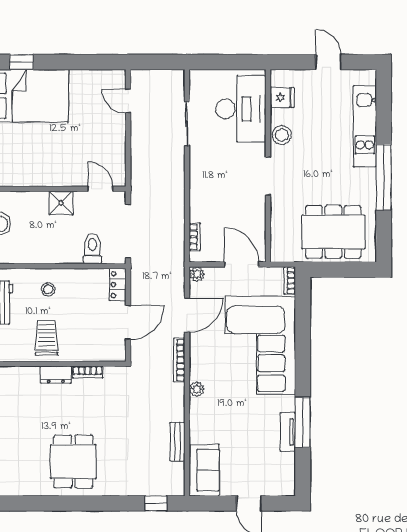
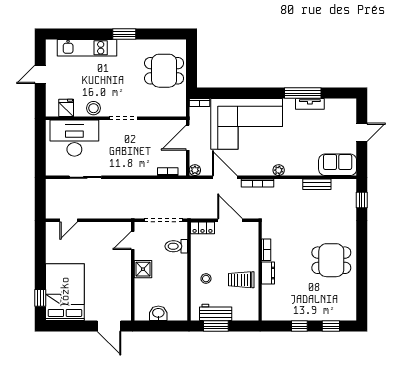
window: (384, 177) -> (124, 34), width x0.47
dining table: (333, 232) -> (164, 71), width x0.73

